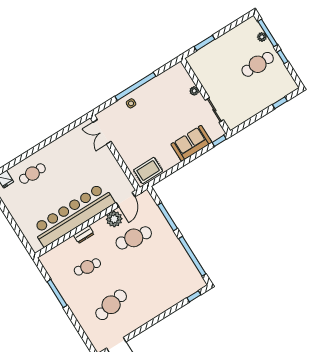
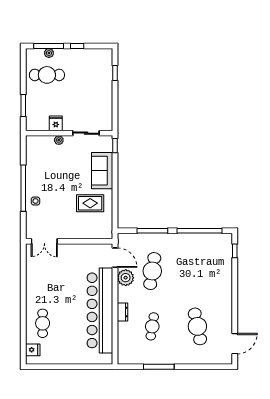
cafe table: (258, 64) -> (47, 75), moved, turned 90
fridge: (207, 80) -> (56, 123), added
rug: (148, 170) -> (90, 203), moved, turned 90

